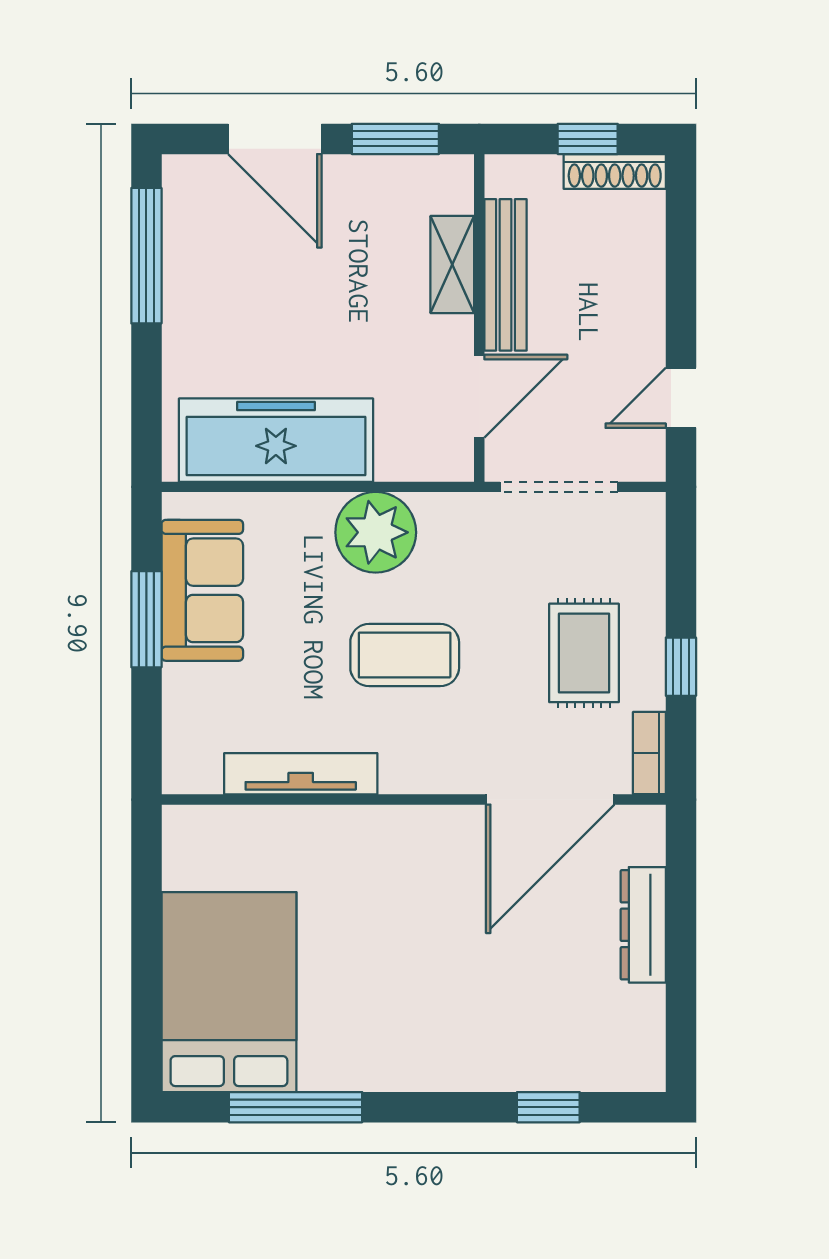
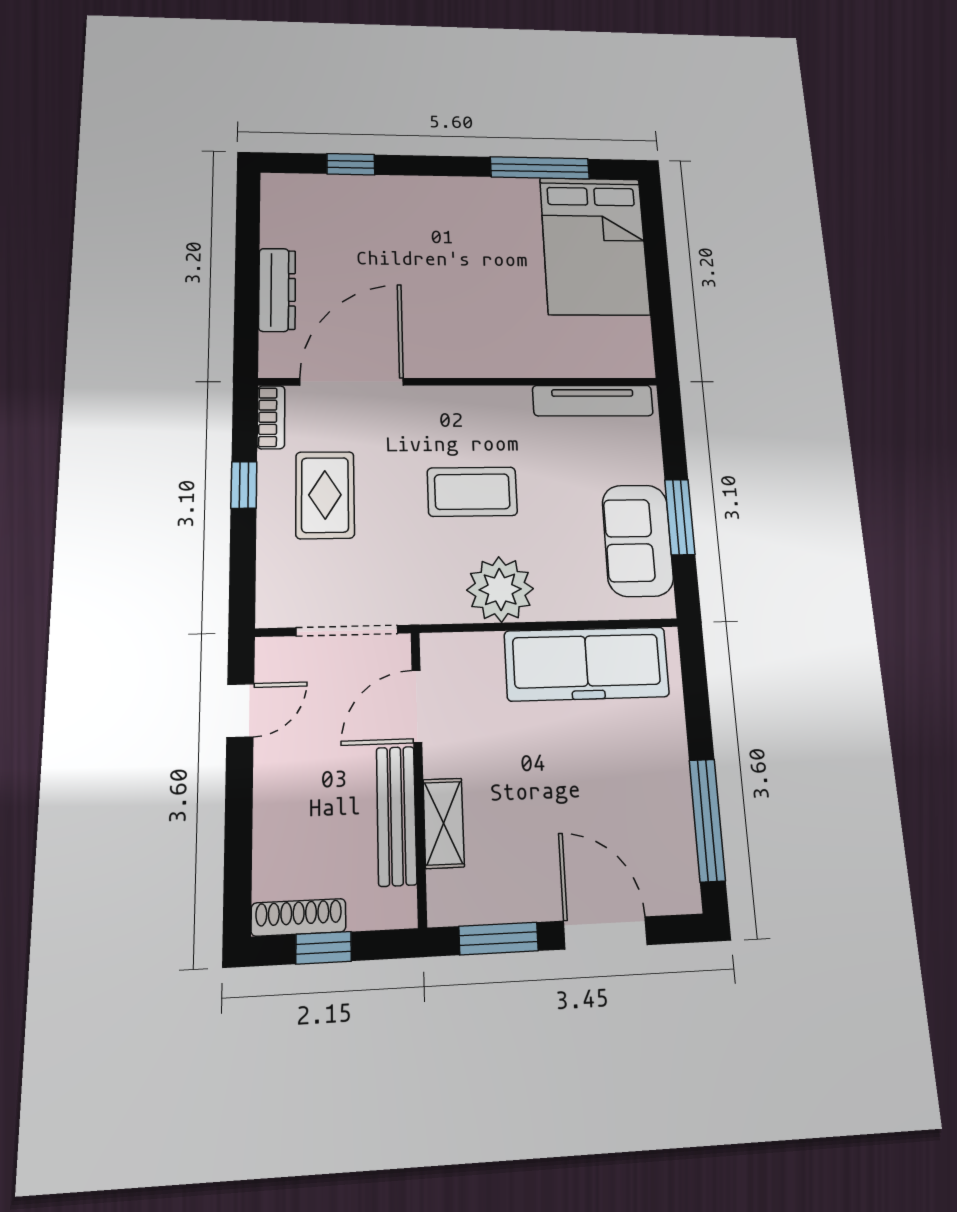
tv unit: (301, 774) -> (593, 401), moved

